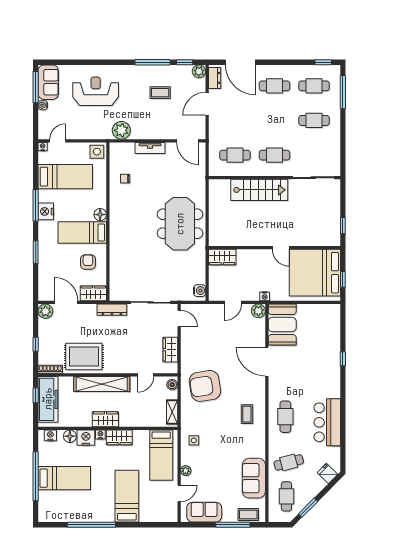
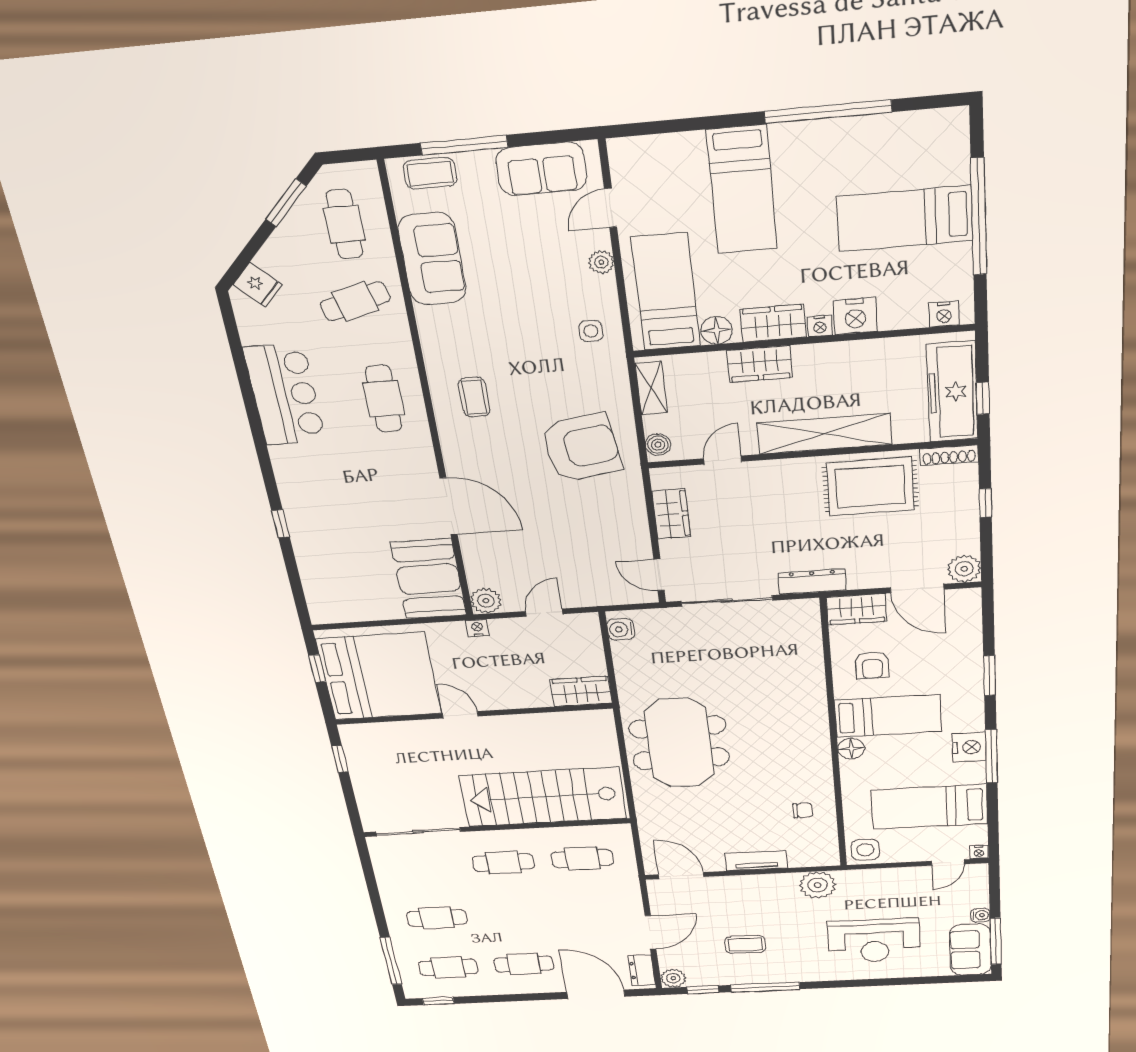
stairs: (259, 190) -> (543, 797), width x1.36, depth x1.51
wardrobe: (105, 419) -> (760, 364), moved
floor lamp: (70, 436) -> (717, 330), moved

